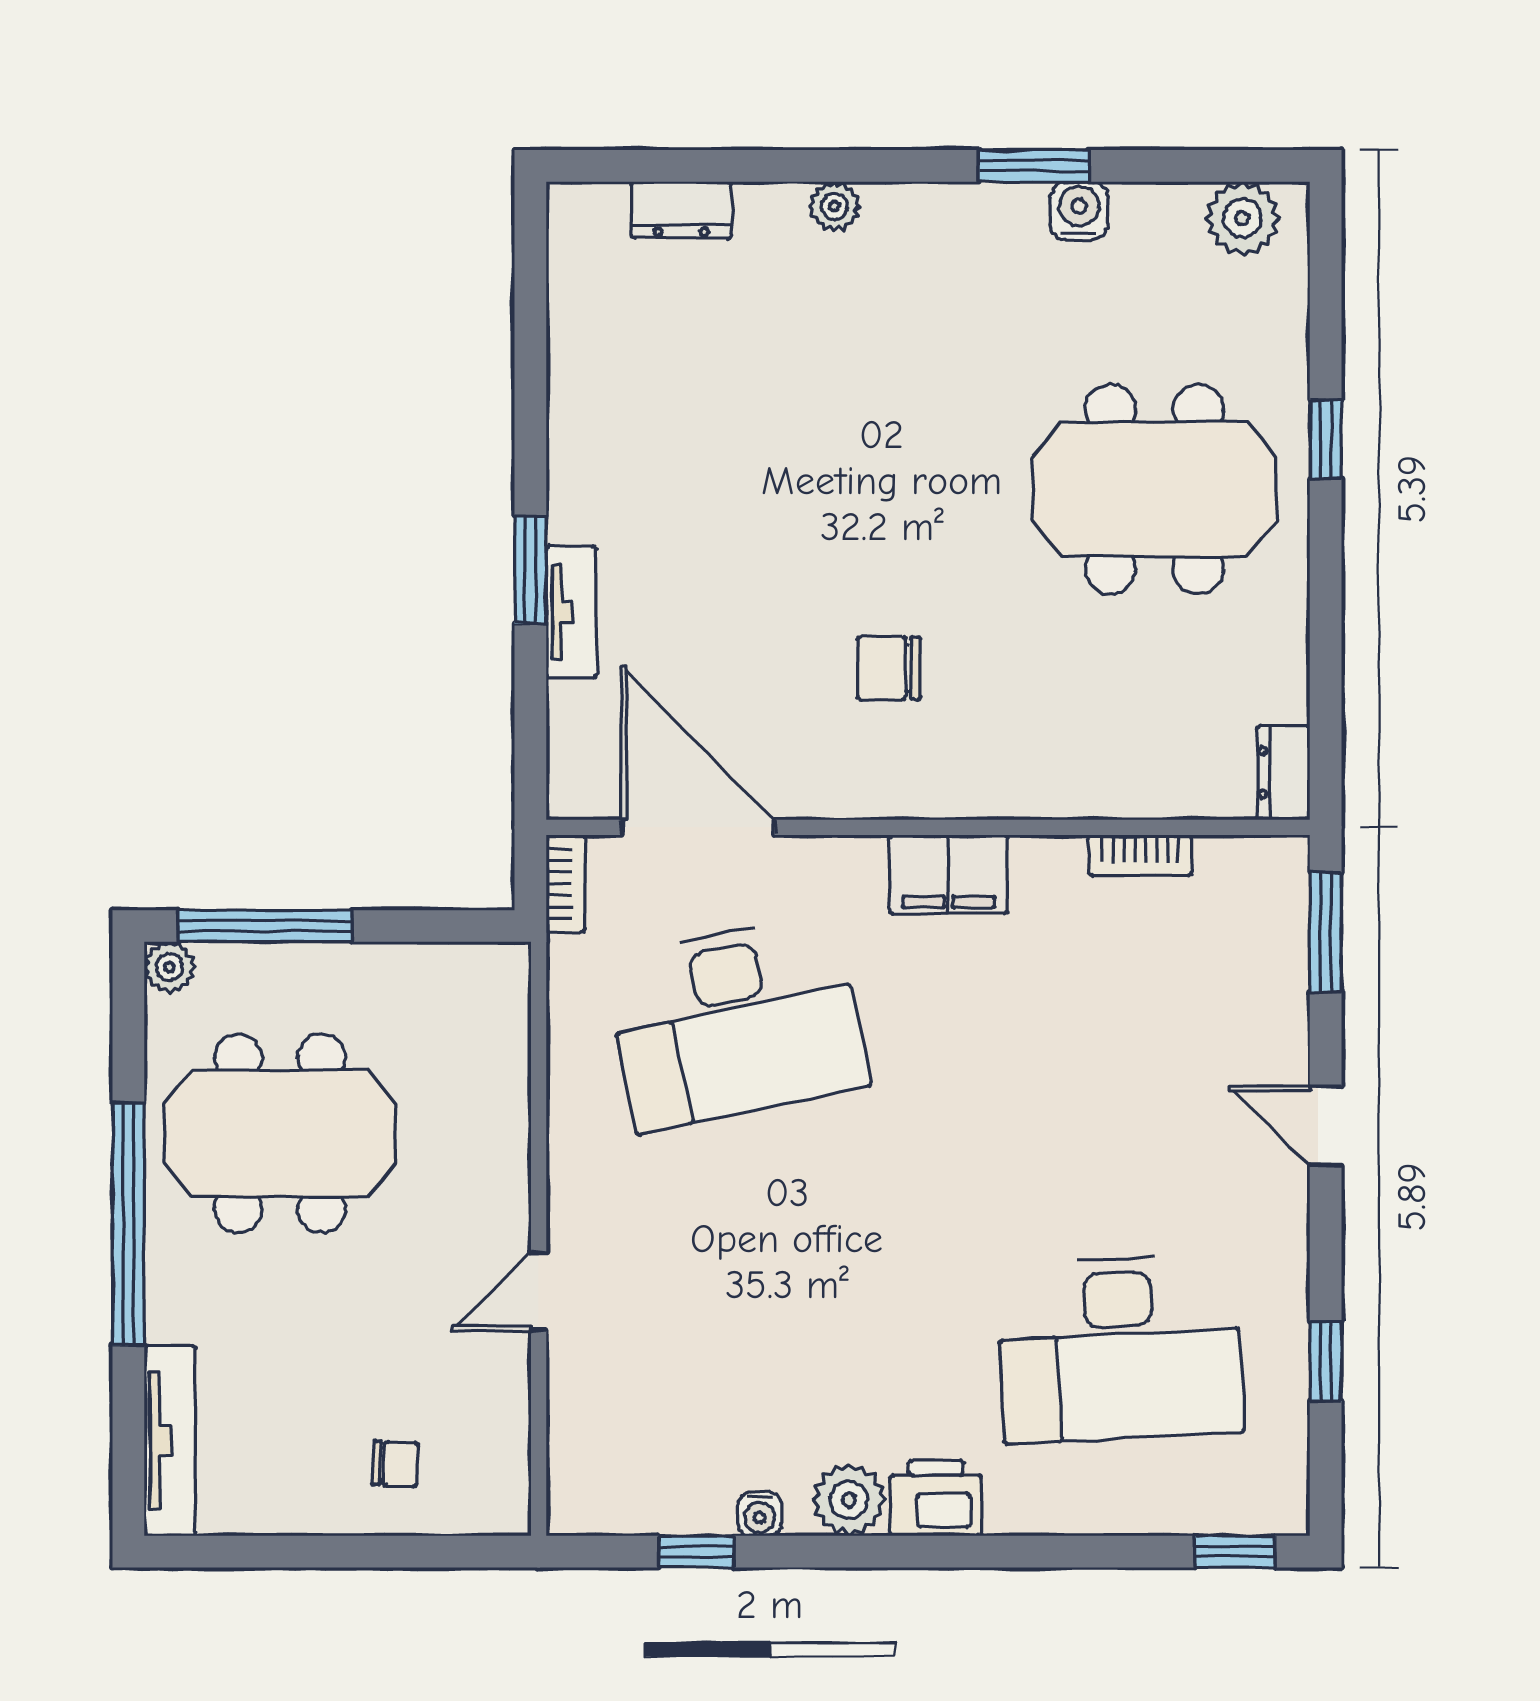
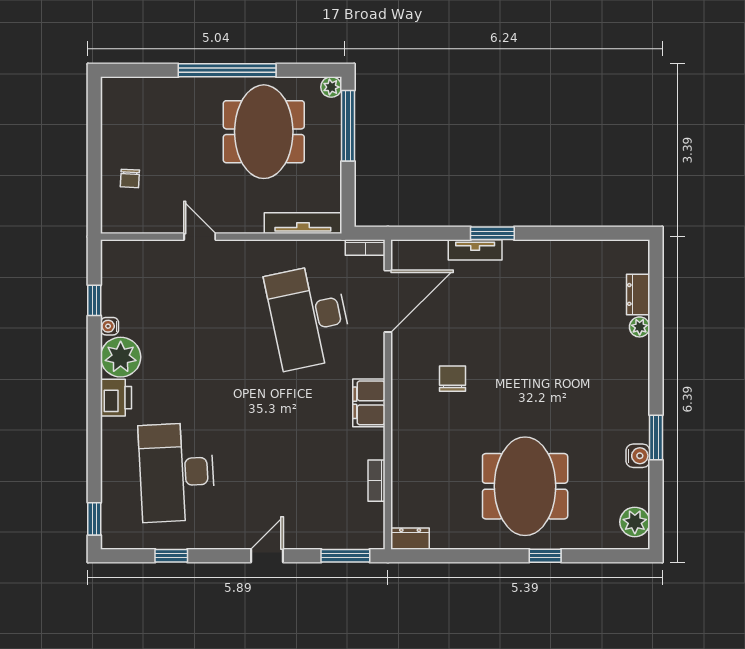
plant: (834, 206) -> (640, 327), moved
tv unit: (170, 1441) -> (303, 223), moved, turned 180
plant: (849, 1500) -> (121, 357), width x1.36, depth x1.36

